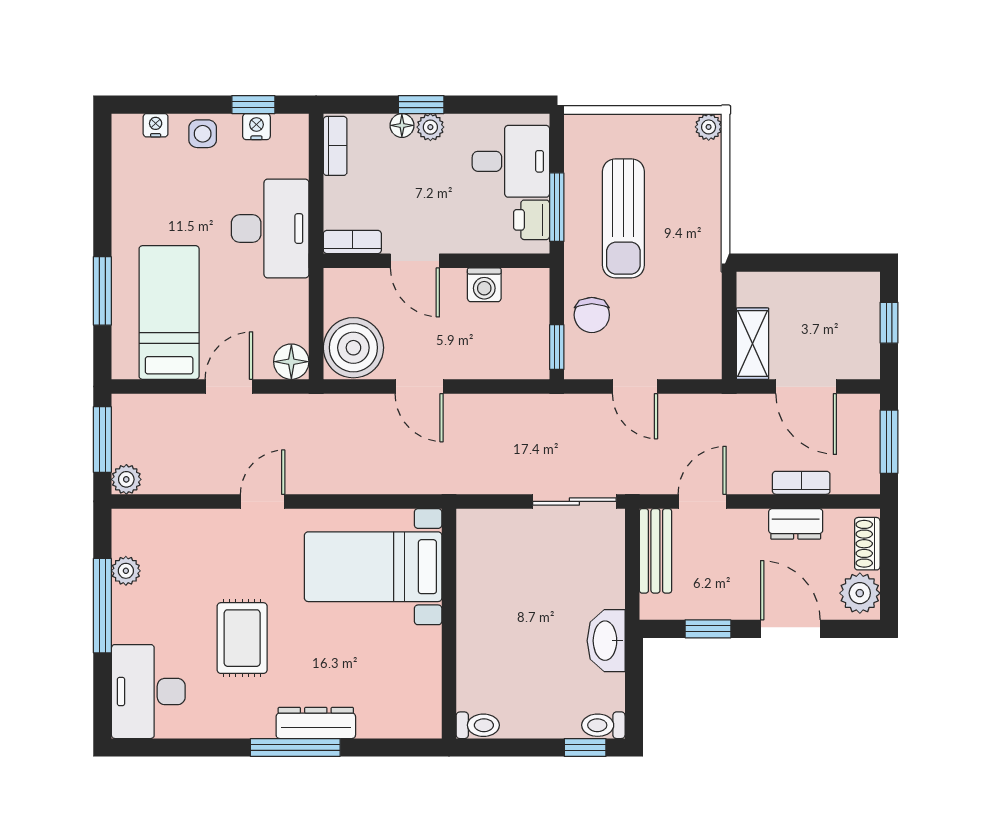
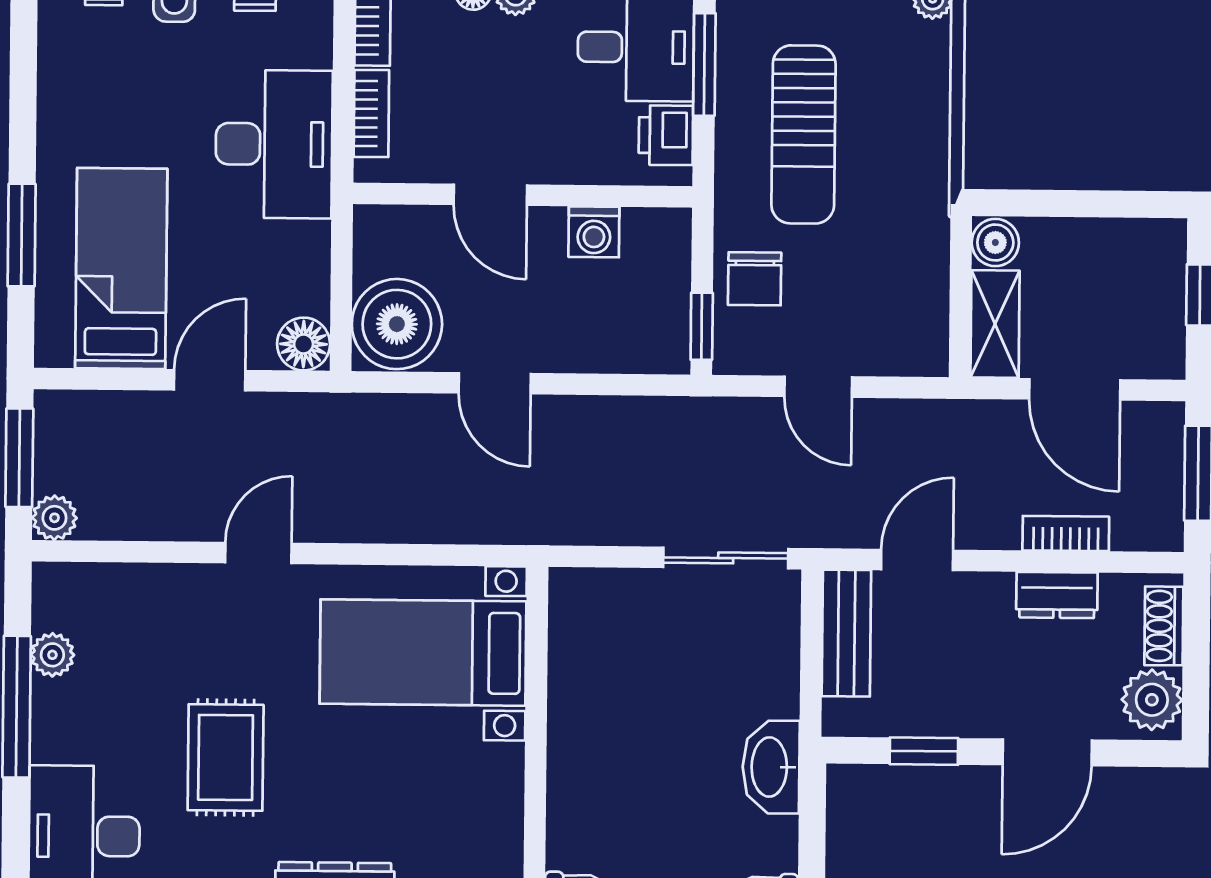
window: (557, 207) -> (704, 65), moved
bookcase: (352, 242) -> (371, 114), moved, turned 90
boiler: (752, 289) -> (995, 243), added
door: (790, 629) -> (1047, 752), swing flipped

